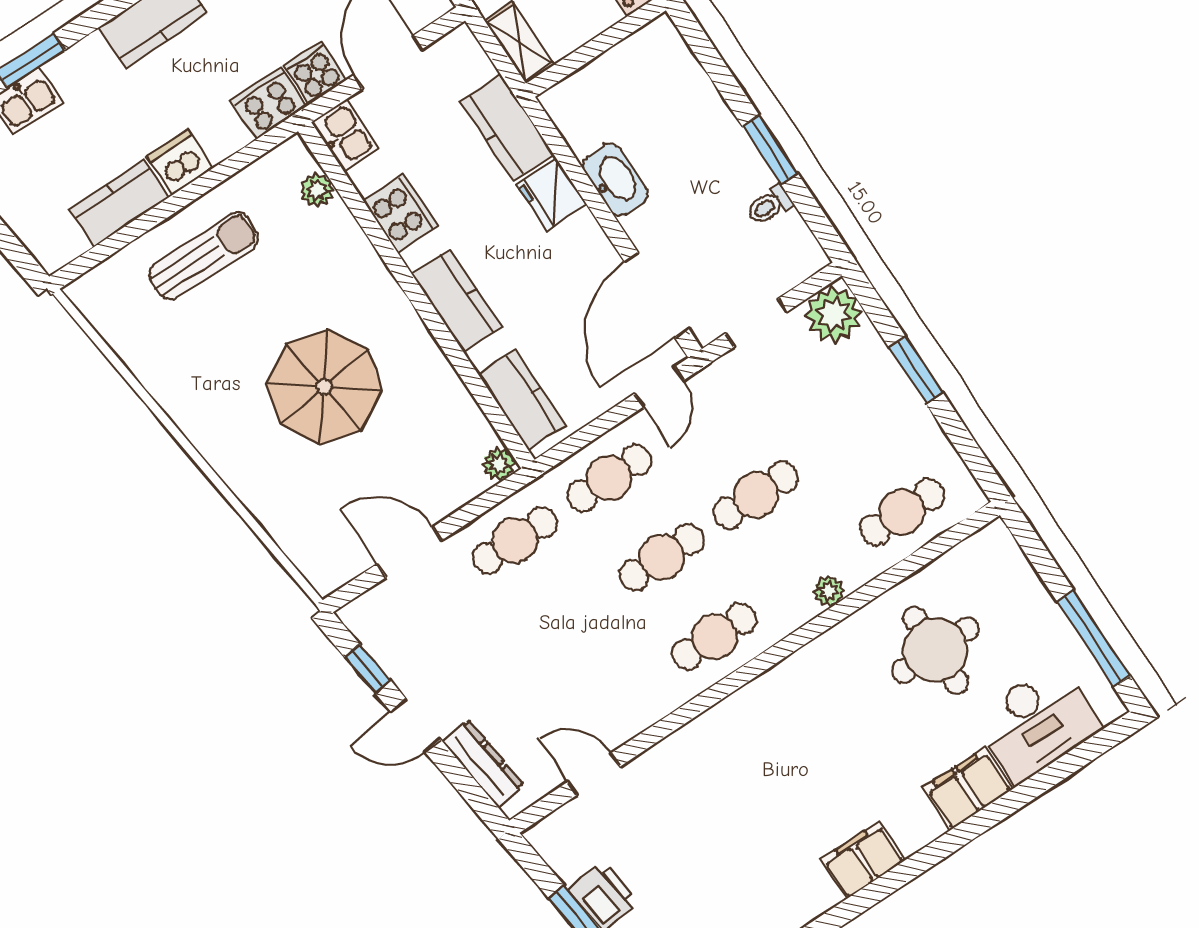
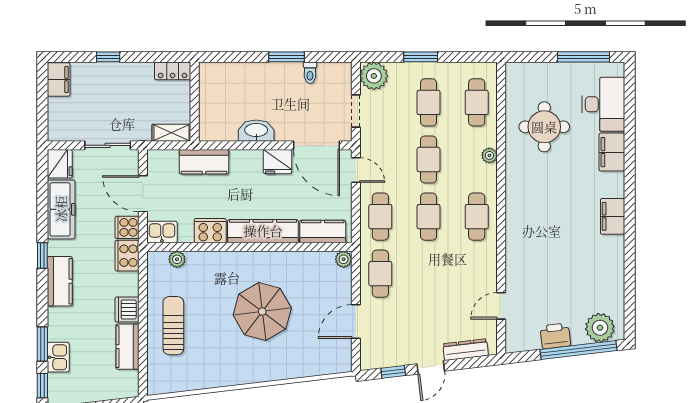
fridge: (551, 194) -> (278, 162), moved
kitchen counter: (457, 301) -> (263, 231), width x1.50
cafe table: (850, 433) -> (429, 102), added

